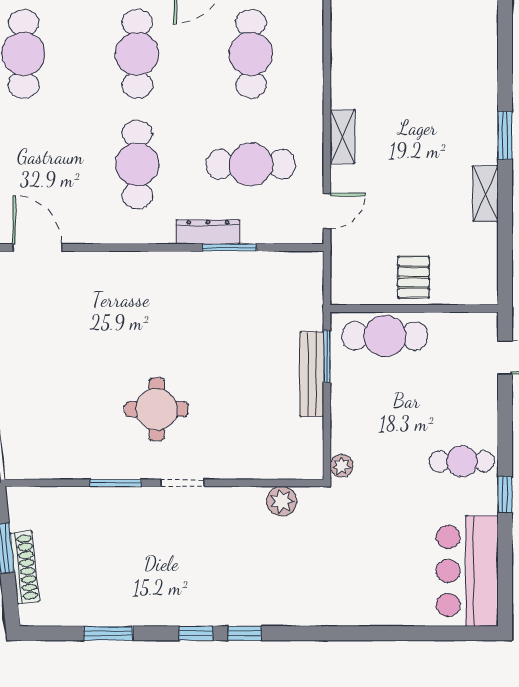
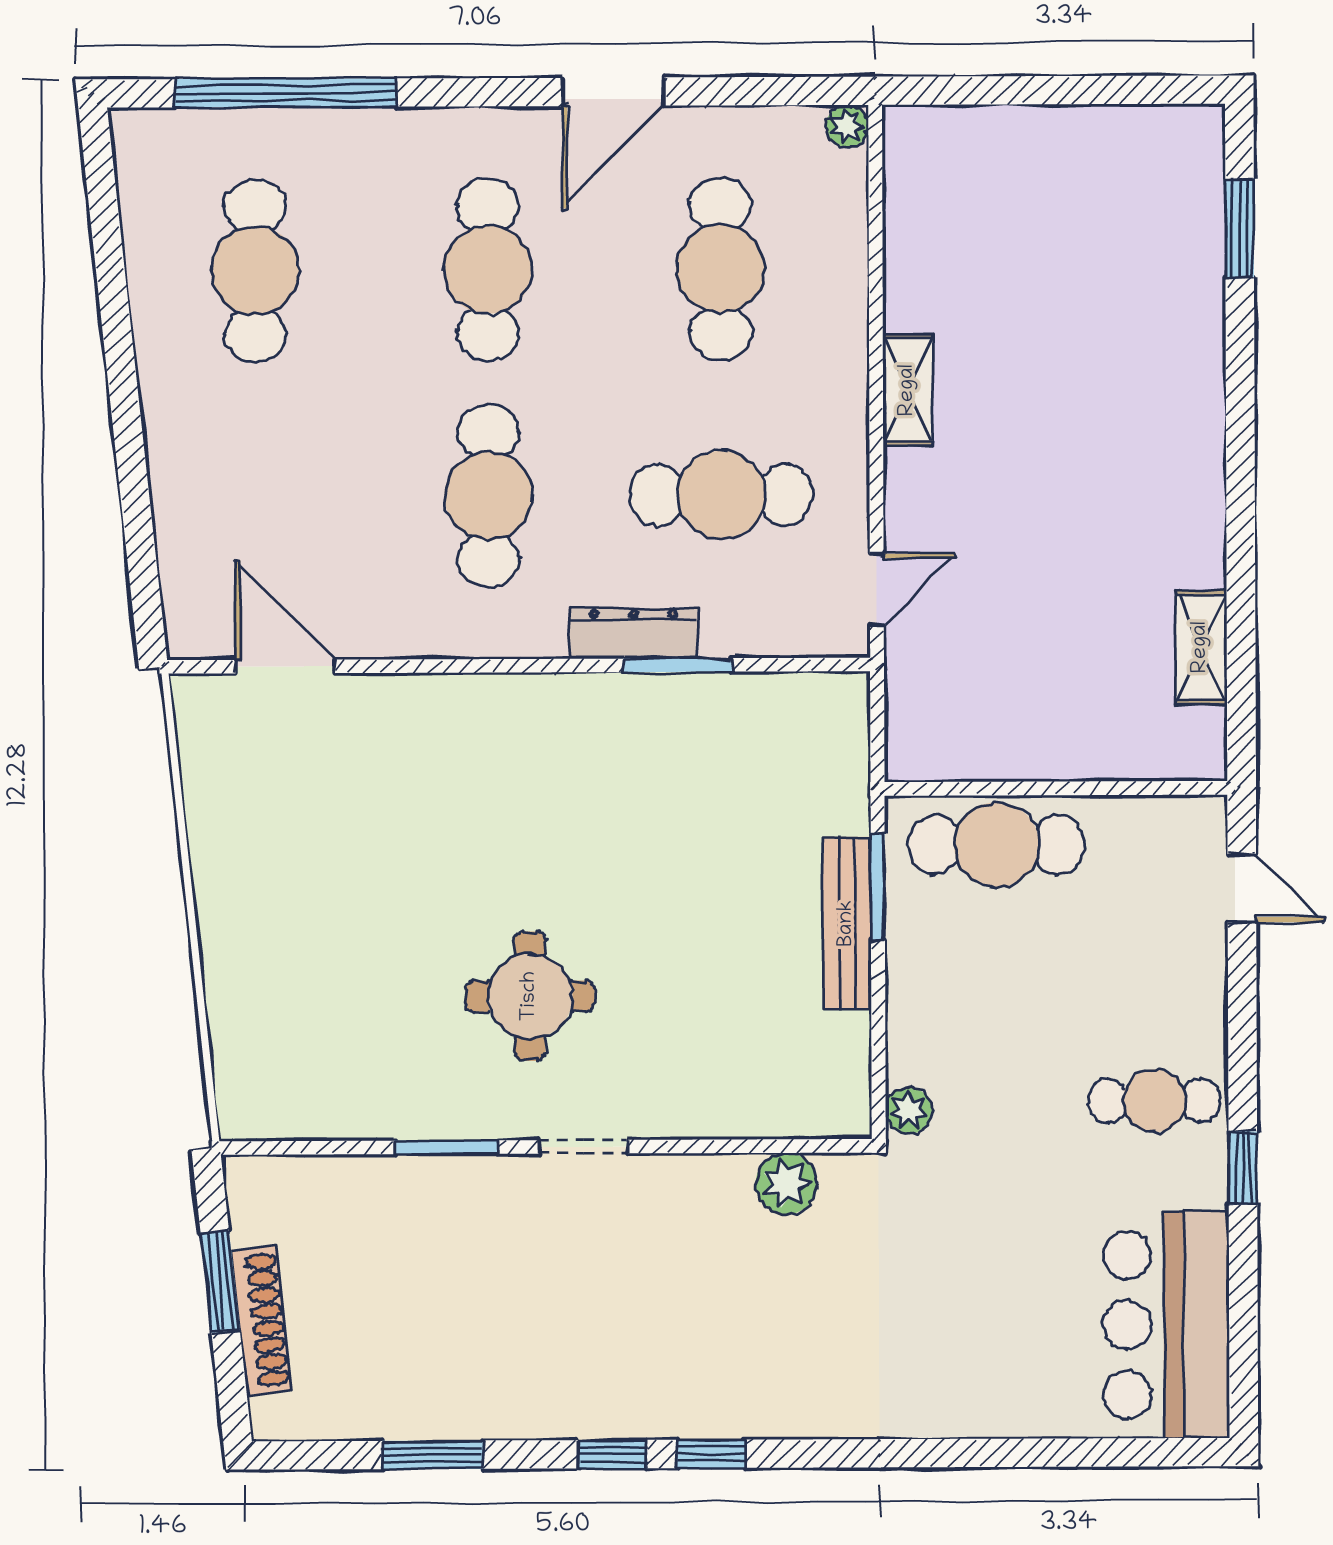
window: (505, 135) -> (1240, 228), moved
shelving: (342, 137) -> (908, 390), moved
shelving: (485, 194) -> (1201, 647), moved
pallet: (413, 277) -> (1054, 724), removed

